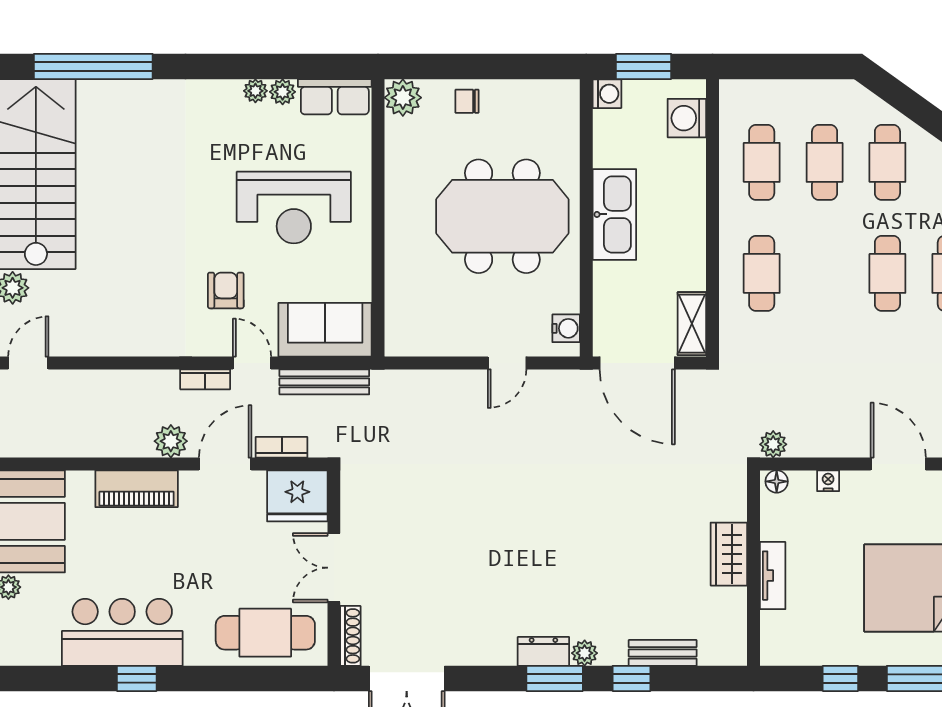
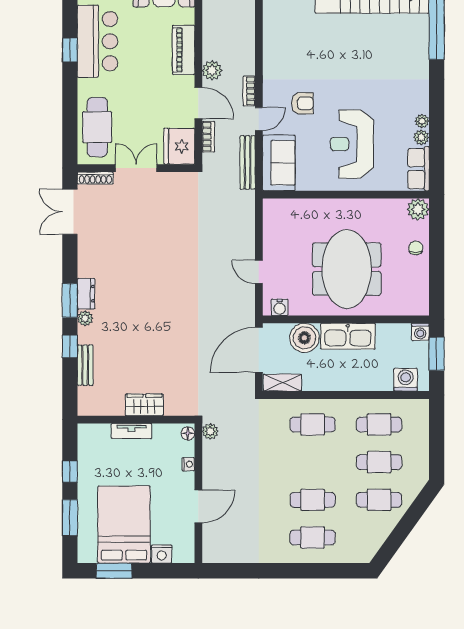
boiler: (617, 287) -> (304, 338), added

